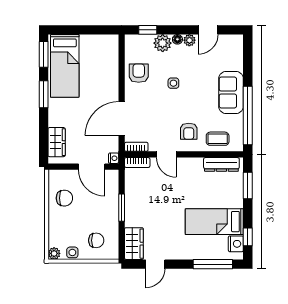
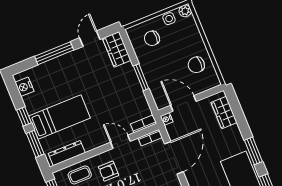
armchair: (189, 131) -> (109, 171), turned -90
bed: (214, 222) -> (60, 117), moved
window: (248, 237) -> (24, 116), moved
window: (213, 264) -> (54, 53), moved

